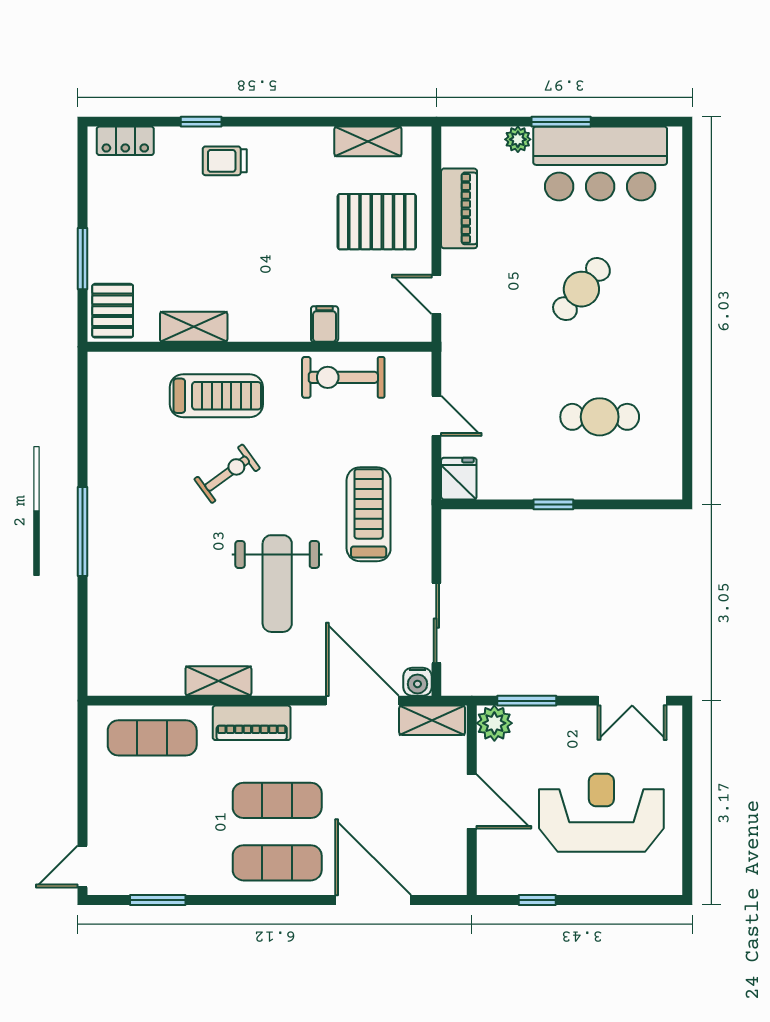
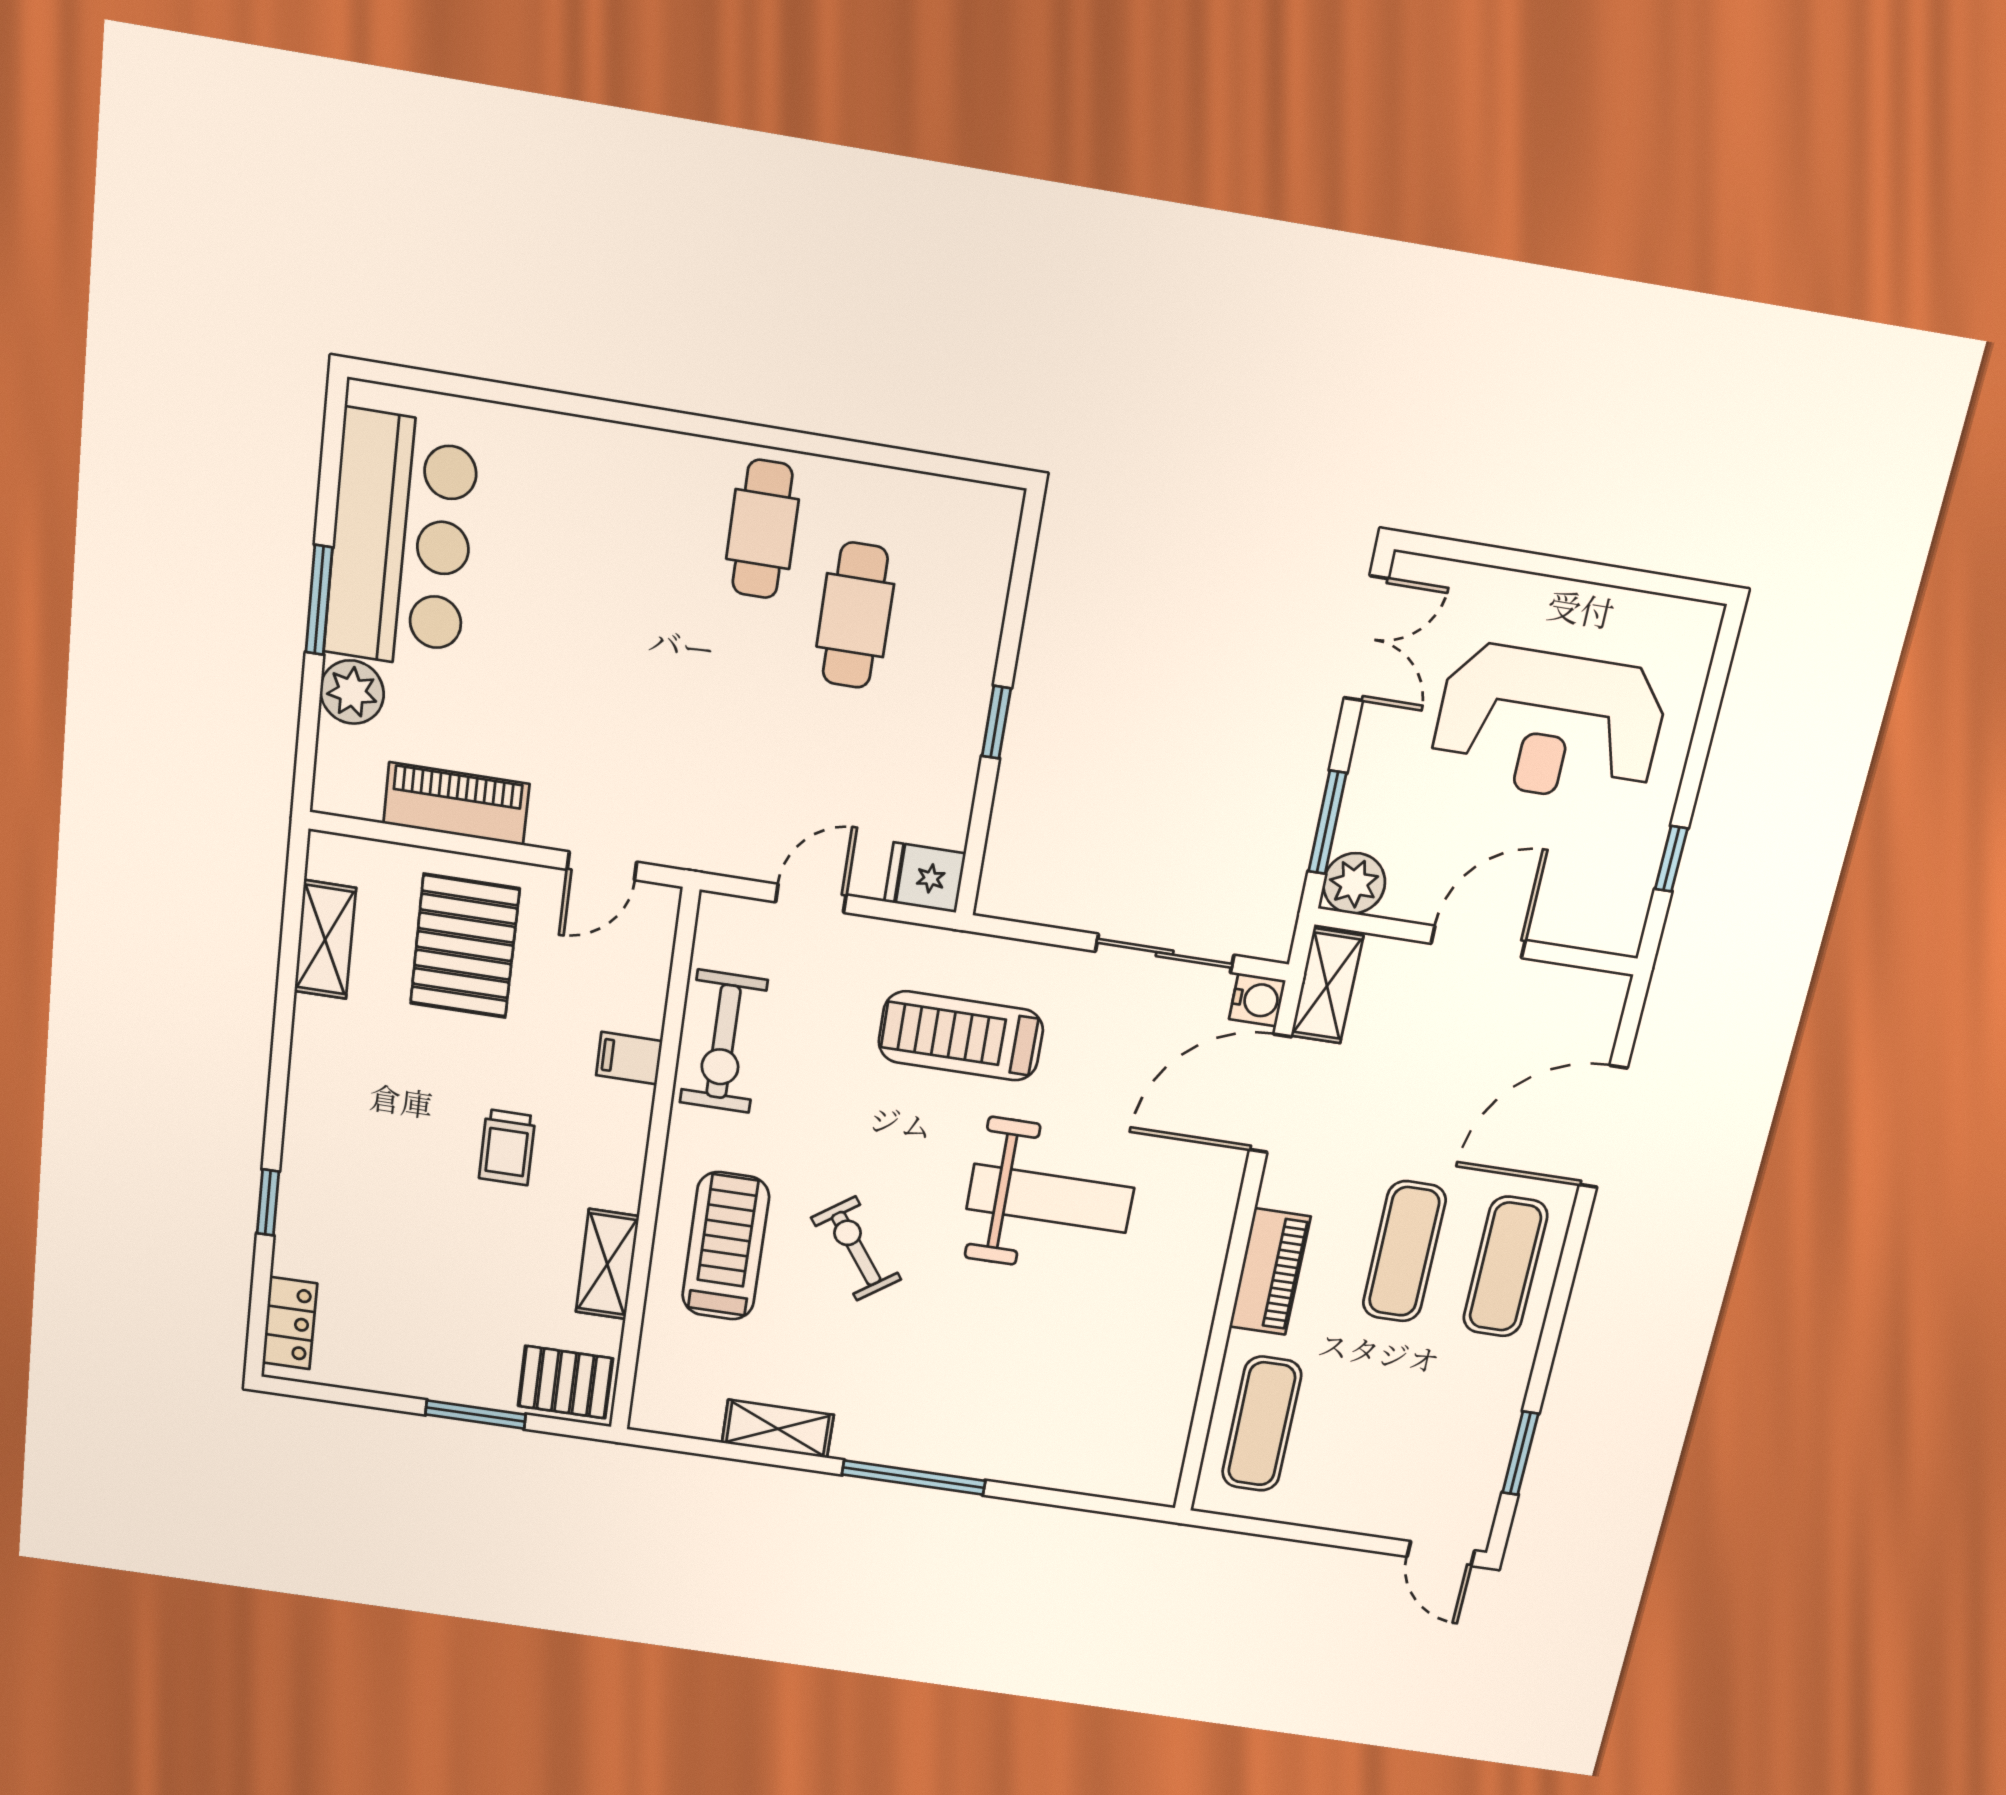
plant: (518, 139) -> (352, 692), width x1.38, depth x1.38
trolley: (225, 161) -> (507, 1147), moved
cafe table: (581, 289) -> (762, 529), moved, turned 50
shelving: (218, 681) -> (778, 1429), moved, turned 90
reception desk: (601, 813) -> (1549, 724), turned -90

